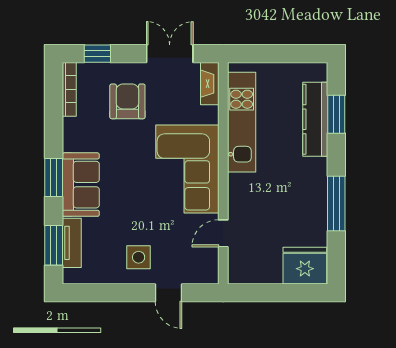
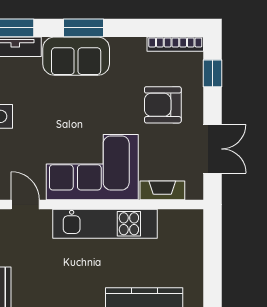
fireplace: (210, 84) -> (162, 190), moved
armchair: (127, 101) -> (163, 105), turned 180
kitchen unit: (242, 122) -> (105, 224), moved

